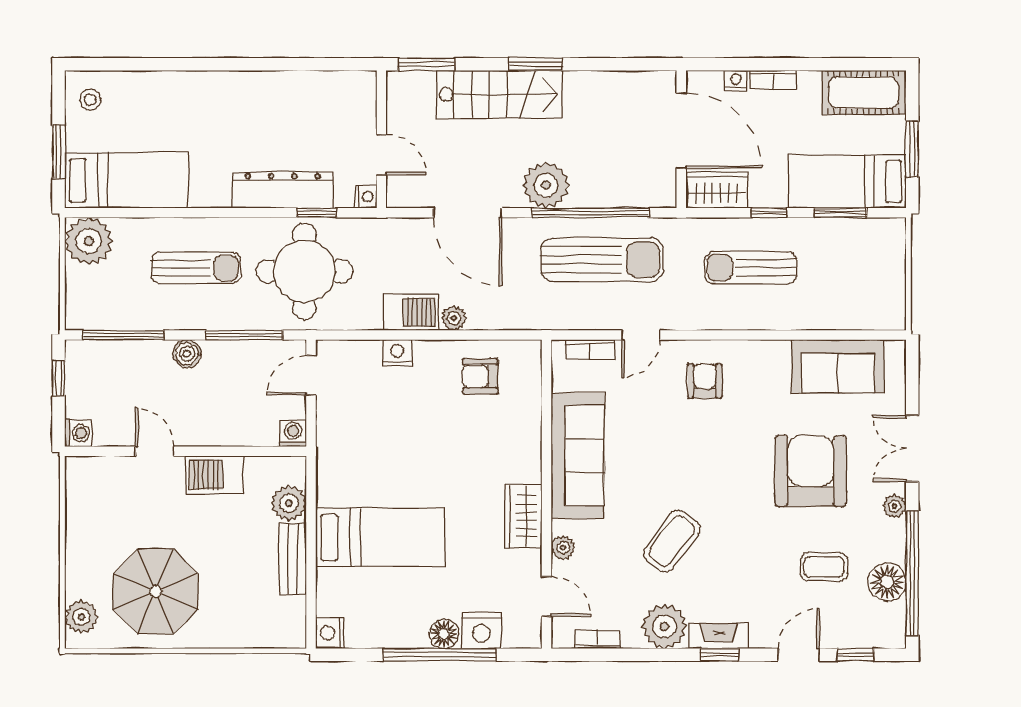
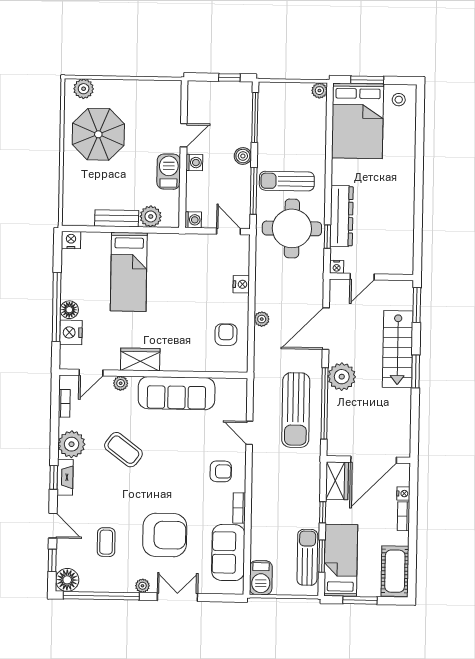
bed: (126, 180) -> (358, 121), width x1.50
plant: (89, 241) -> (319, 91), width x0.53, depth x0.53
sun lounger: (196, 268) -> (287, 181), moved, turned 90
sun lounger: (751, 268) -> (307, 557), moved
barbecue: (411, 312) -> (261, 578), moved
bookcase: (590, 350) -> (239, 508), moved
washing machine: (78, 433) -> (194, 162), moved, turned -90
floor lamp: (887, 582) -> (67, 580), moved

